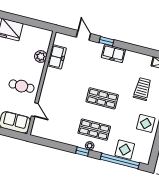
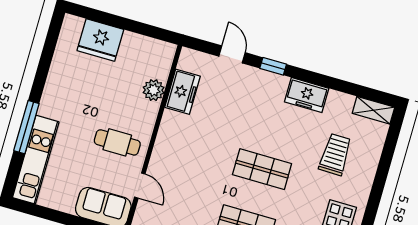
freezer: (113, 54) -> (307, 95), moved

